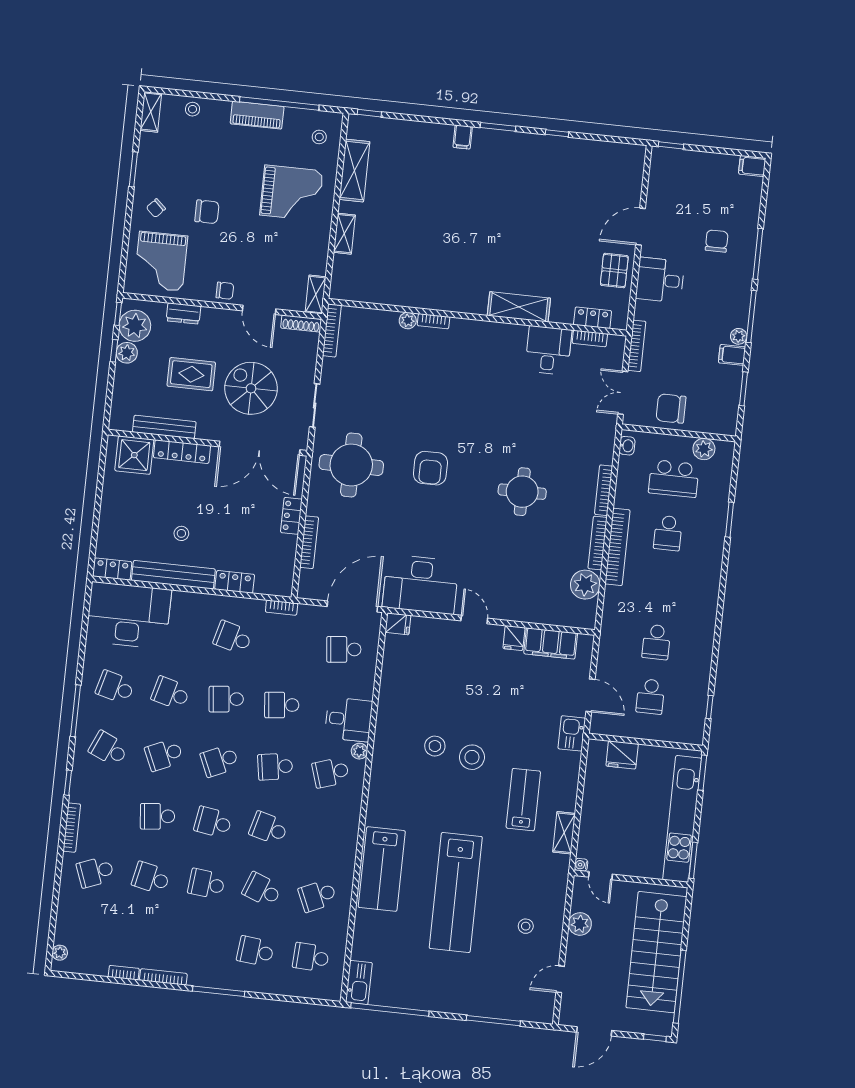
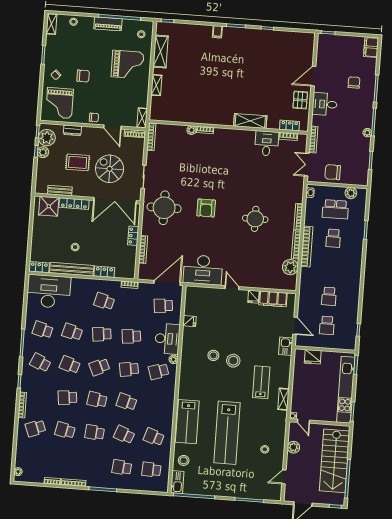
filing cabinet: (752, 166) -> (371, 47), width x2.00
filing cabinet: (732, 355) -> (364, 143), removed
bench: (164, 427) -> (60, 191), width x0.73
fridge: (398, 624) -> (189, 321), moved
desk: (349, 719) -> (167, 339), width x1.37
school desk: (164, 755) -> (70, 365), turned 42
school desk: (318, 896) -> (154, 437), turned 42
stool: (372, 942) -> (184, 460), added

